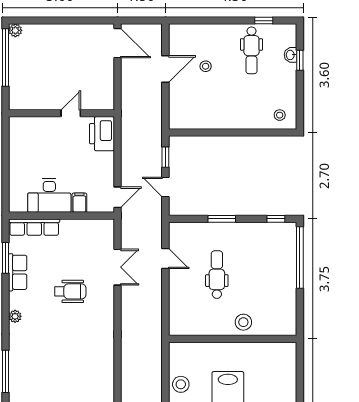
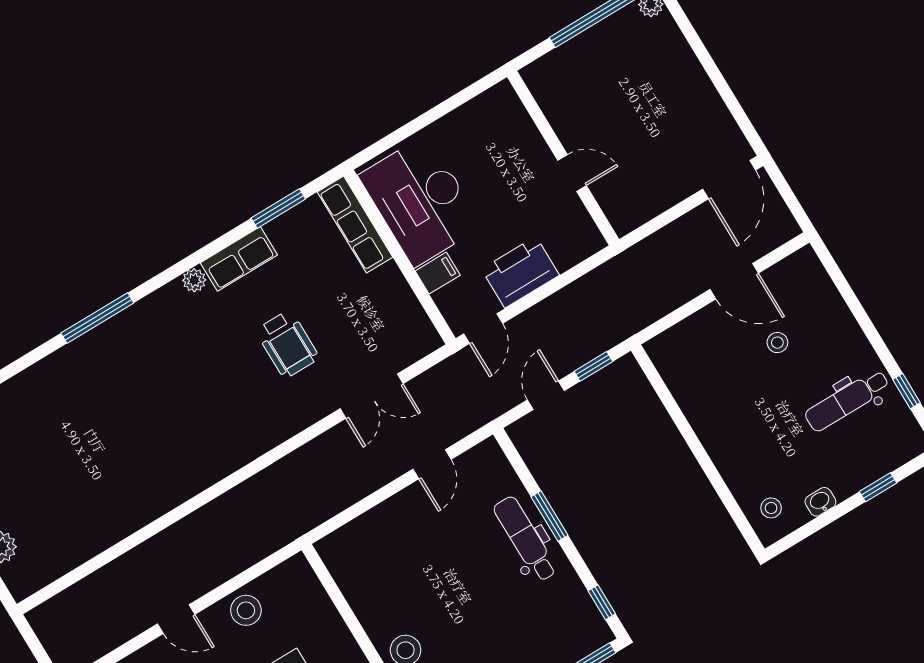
washbasin: (291, 55) -> (820, 502), moved
printer: (102, 134) -> (520, 272), moved
desk: (49, 196) -> (420, 201), width x1.36, depth x1.30
door: (117, 197) -> (483, 329), hinge flipped
row of seats: (18, 272) -> (239, 259), moved
dental chair: (217, 275) -> (525, 539), moved, turned -90

